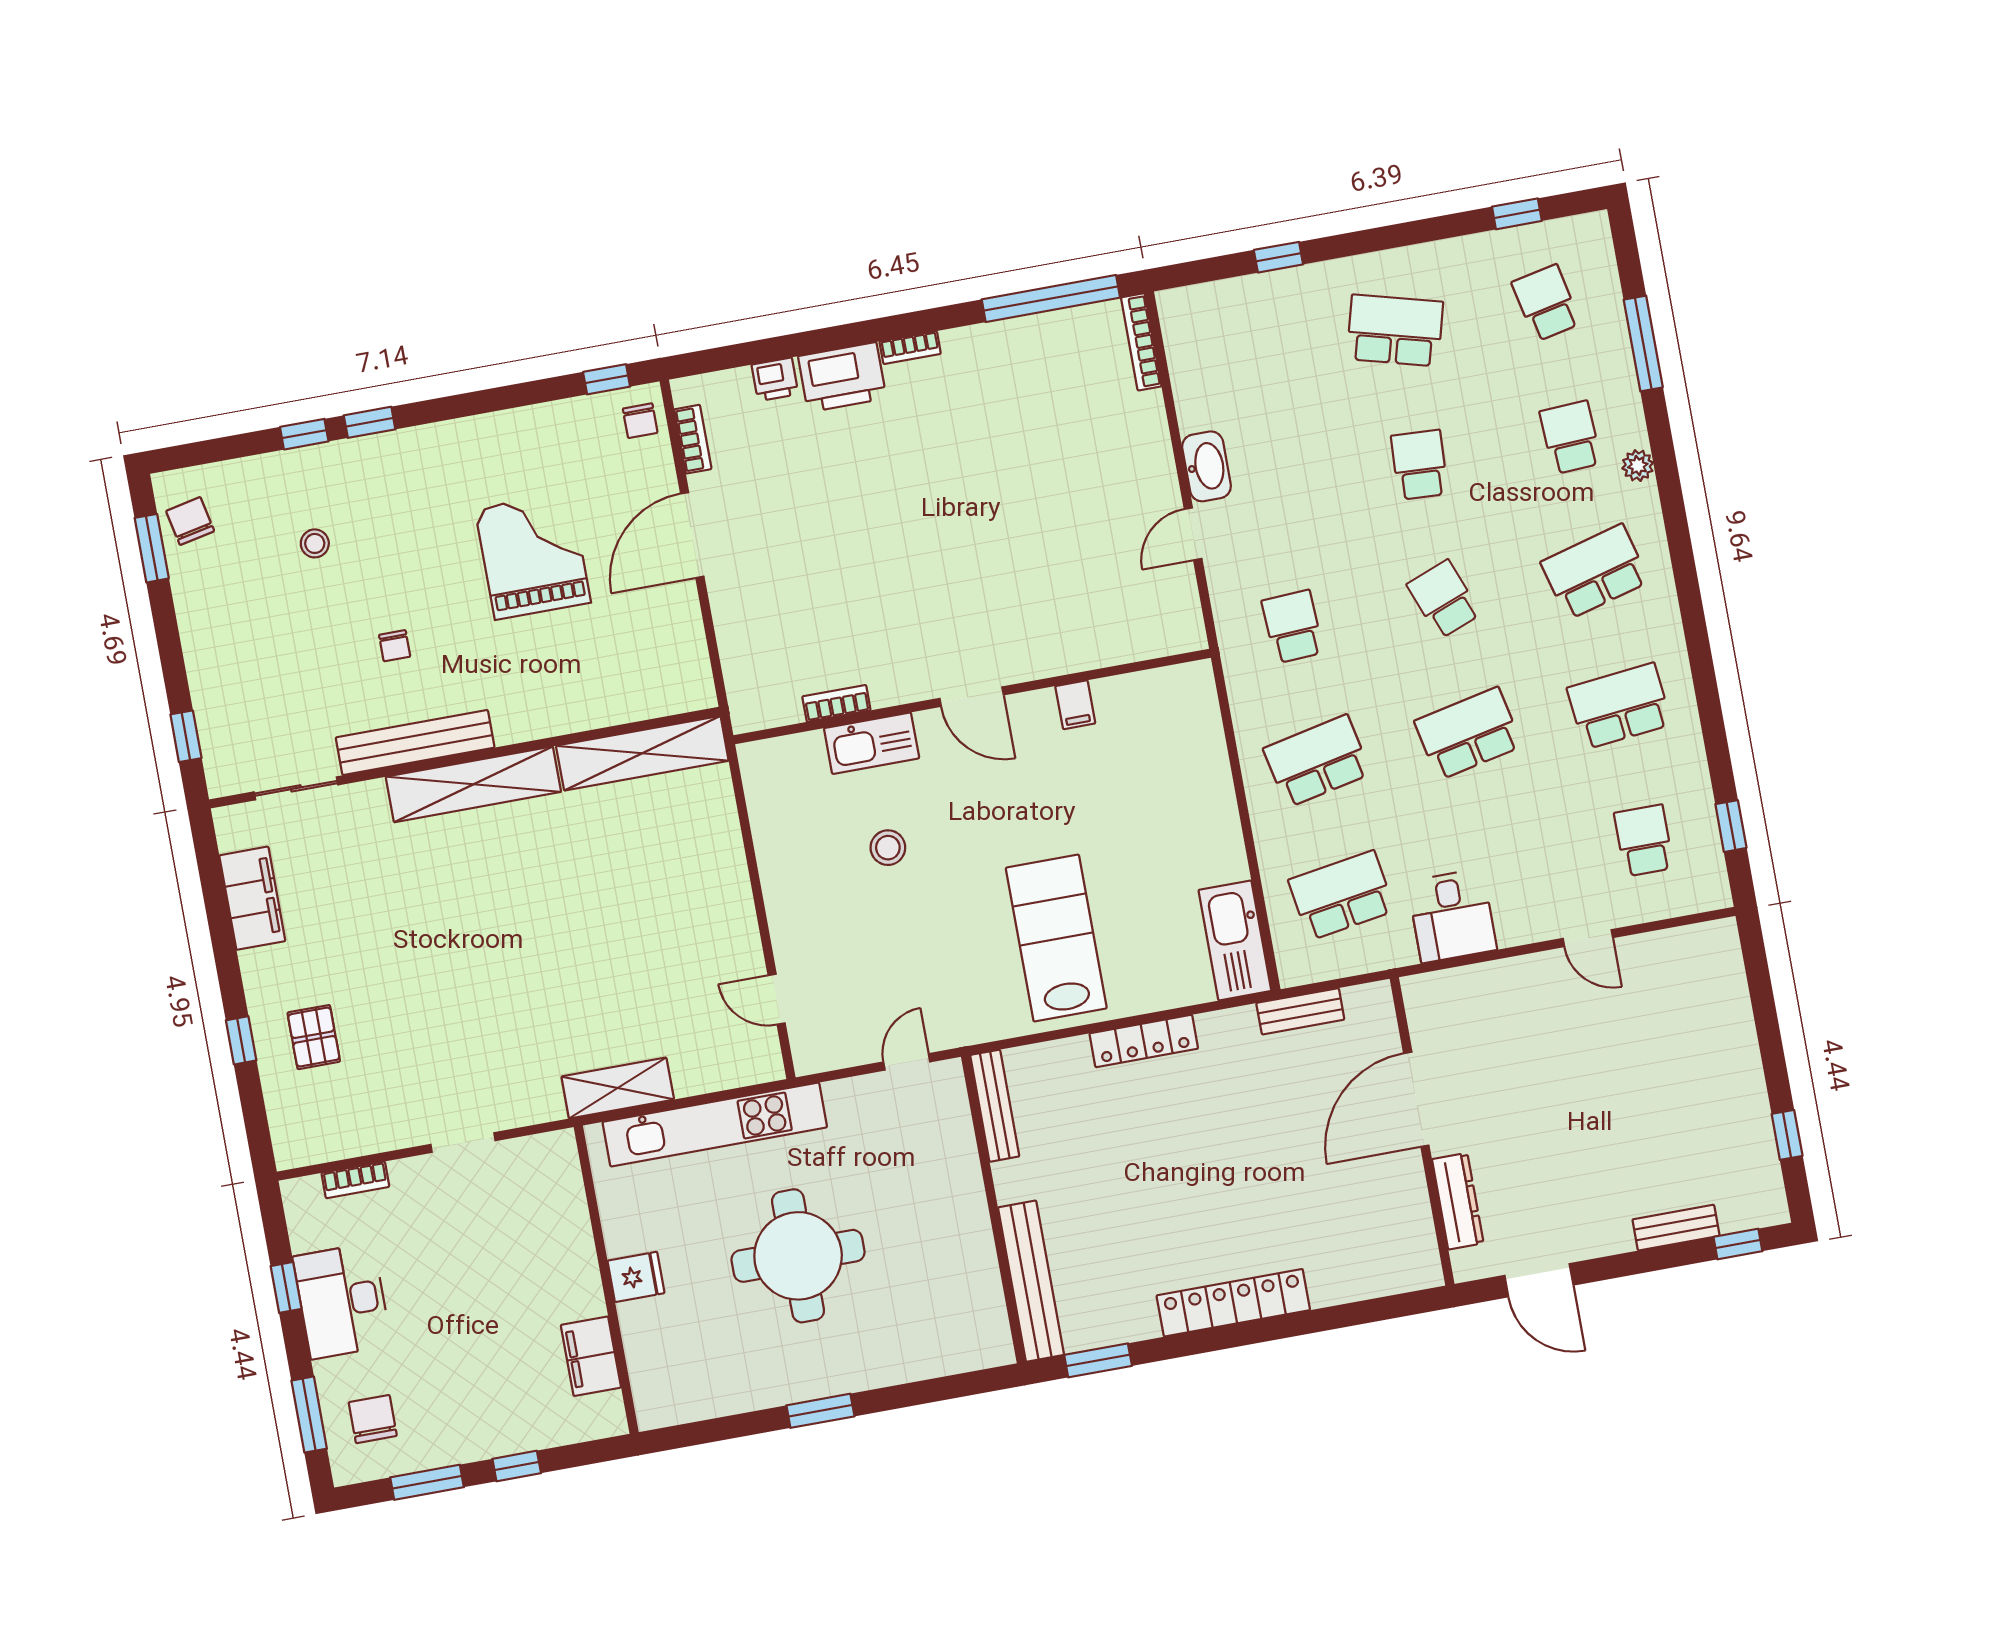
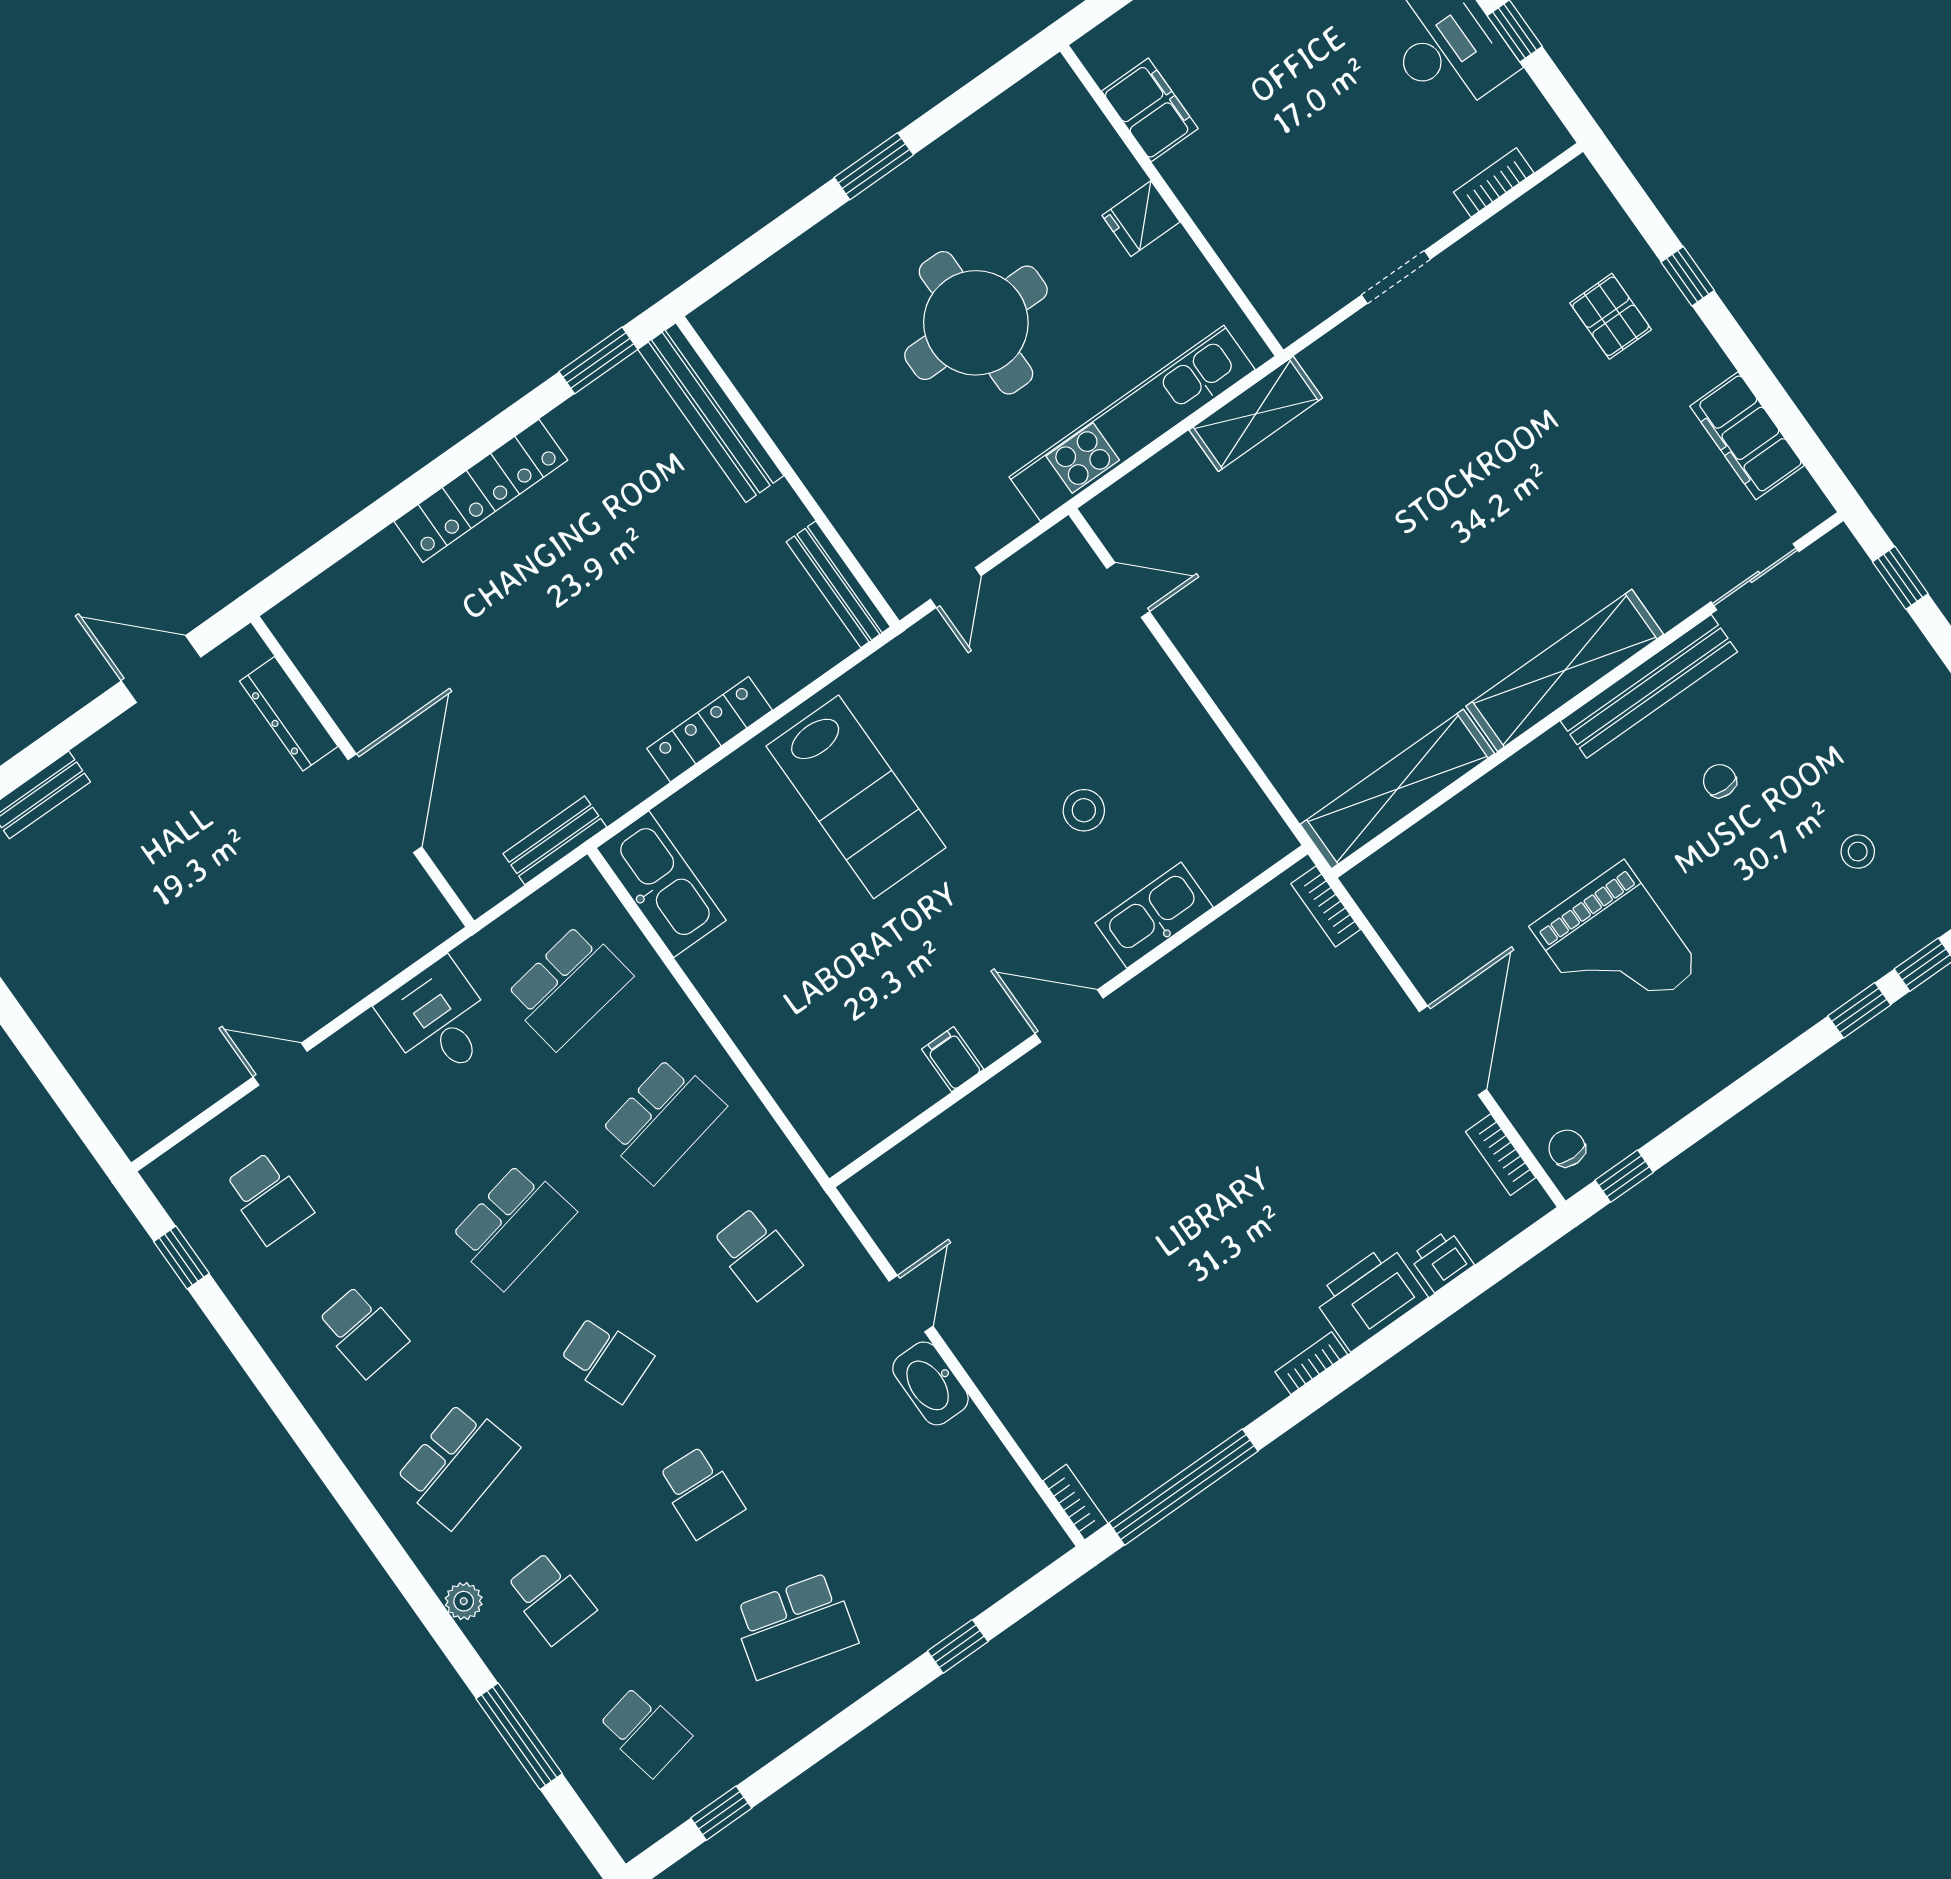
bookcase: (1141, 342) -> (1075, 1502), width x0.64
bookcase: (836, 703) -> (1326, 906), moved, turned 90
school desk: (1619, 706) -> (363, 1331), width x0.54

